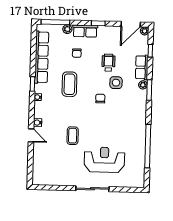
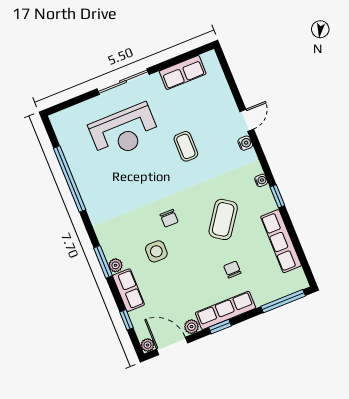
door: (131, 24) -> (172, 346), hinge flipped
plant: (67, 29) -> (191, 327), moved
row of seats: (85, 31) -> (226, 310), width x1.48
row of seats: (42, 57) -> (281, 241), width x0.73
wheelchair: (108, 63) -> (180, 276), removed
coffee table: (69, 84) -> (223, 219), turned 35
door: (31, 135) -> (247, 120), swing flipped
row of seats: (56, 179) -> (183, 72), added

